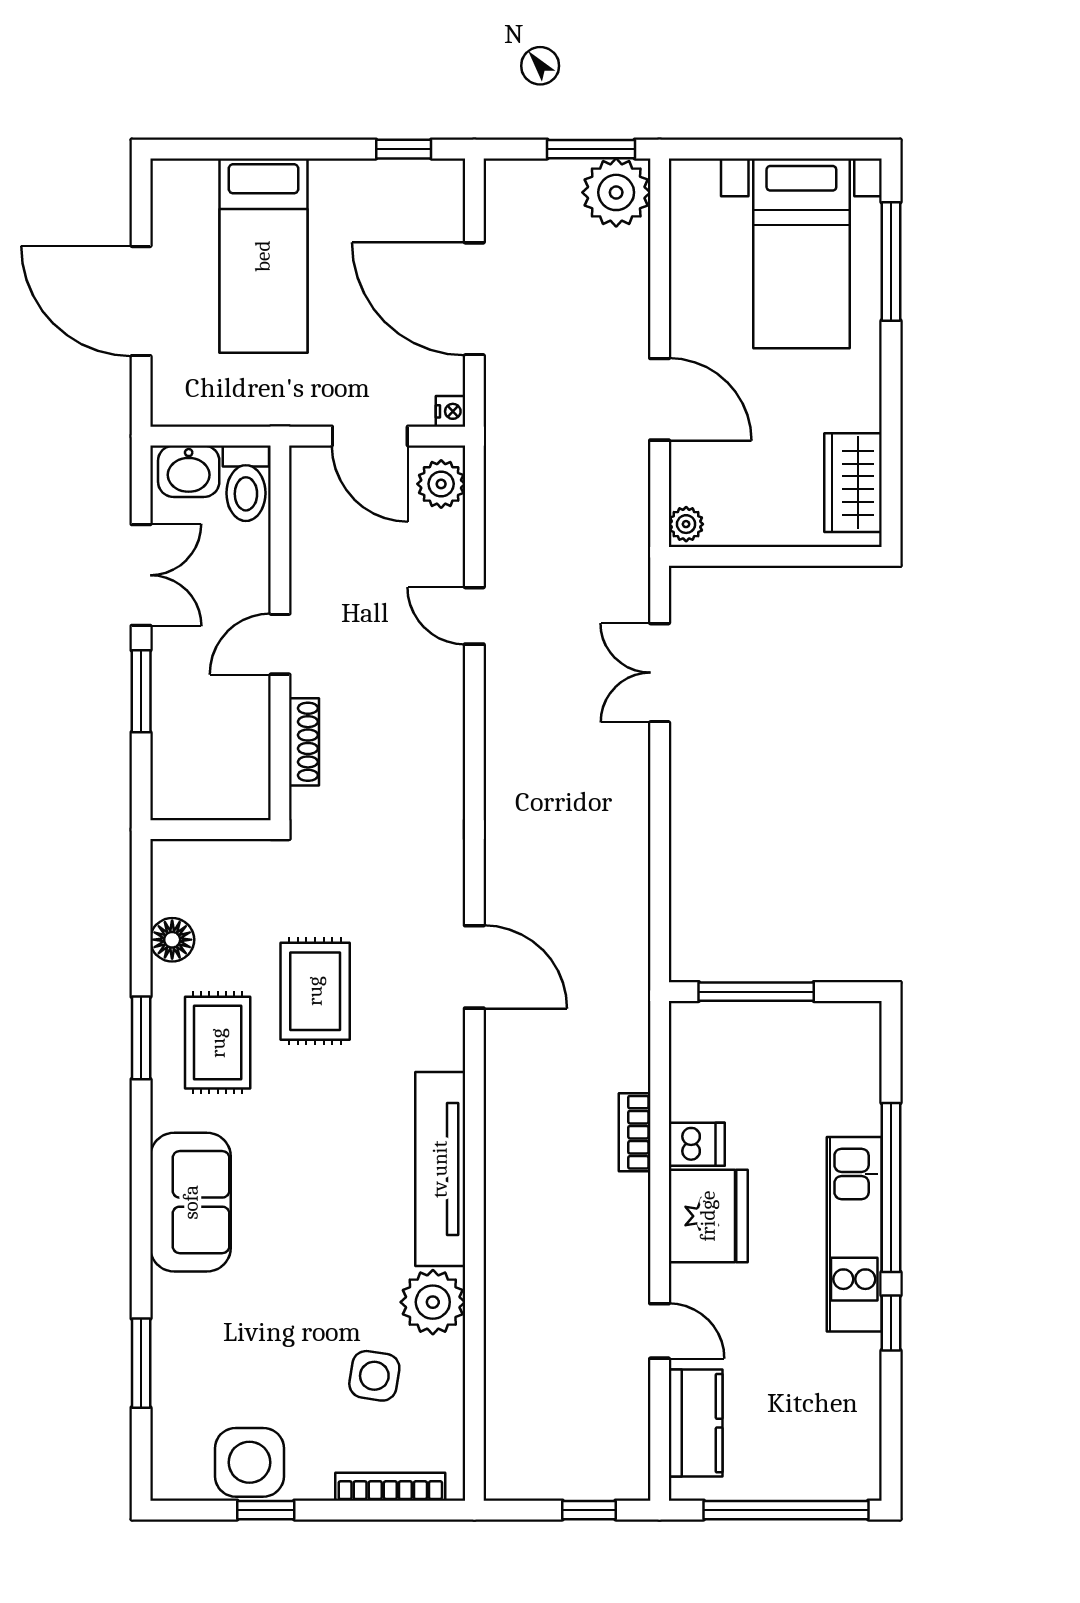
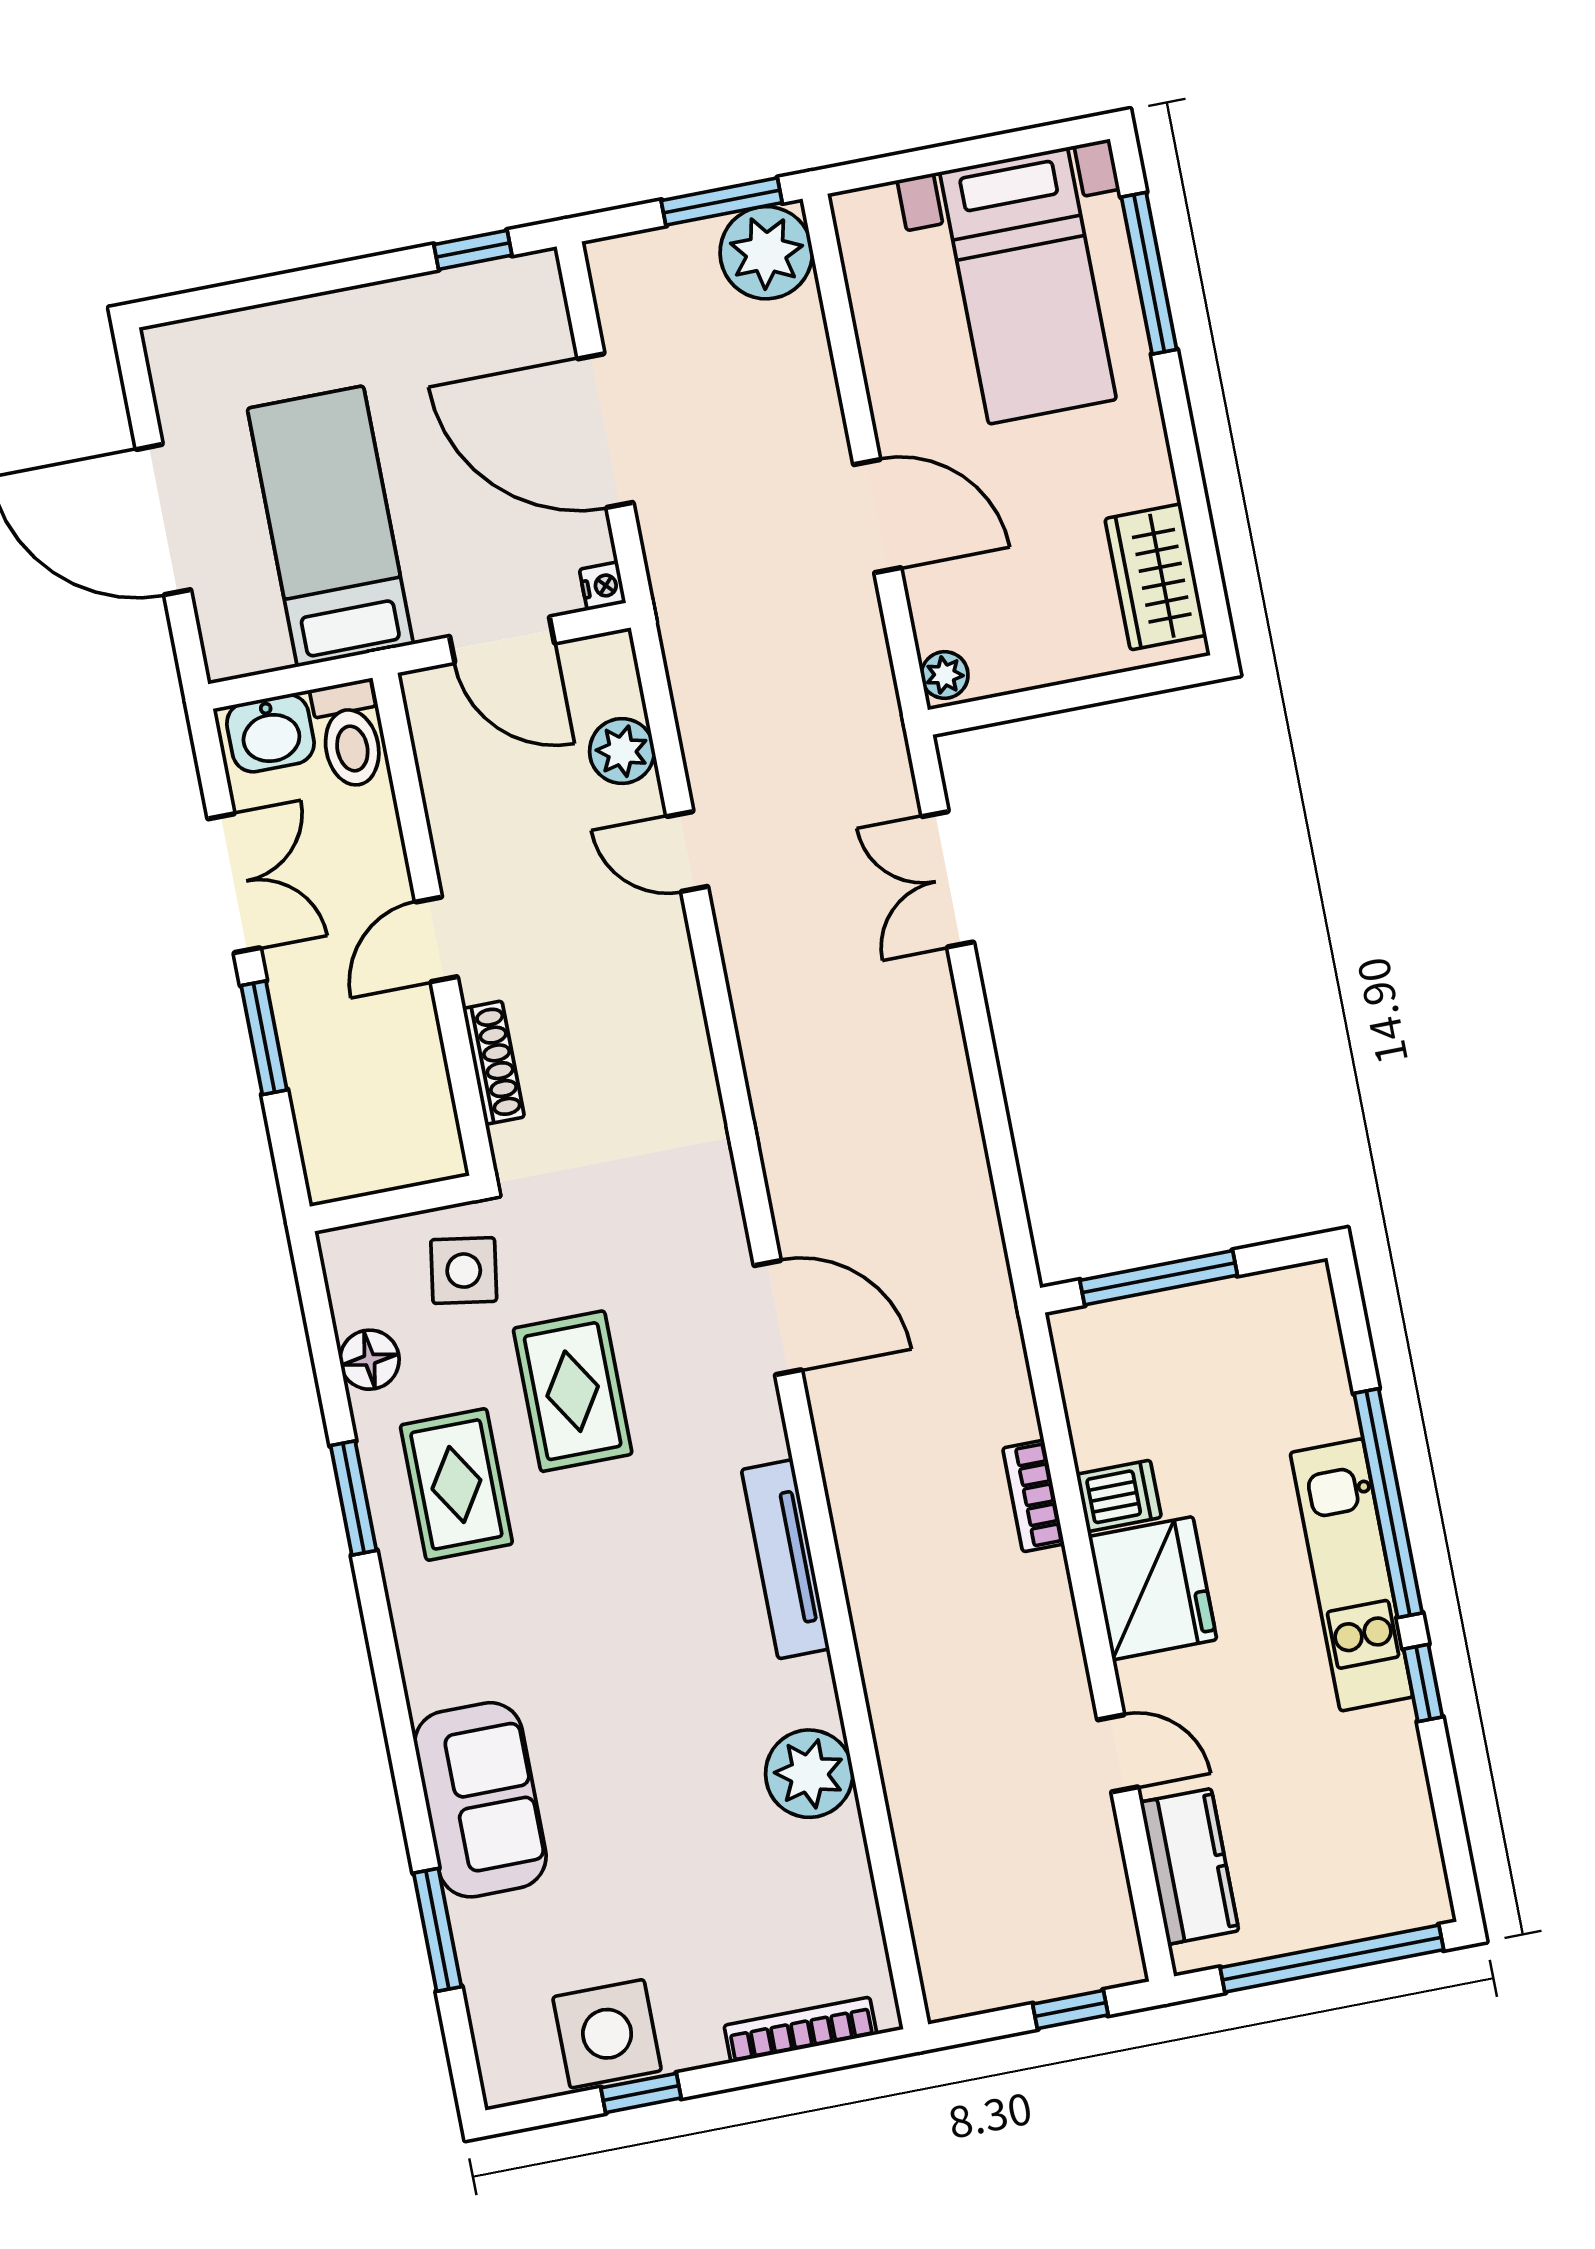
bed: (263, 256) -> (330, 526), moved, turned 180
plant: (441, 484) -> (622, 751), moved
tv unit: (440, 1169) -> (785, 1559), width x0.73, depth x0.78
sofa: (191, 1202) -> (480, 1800), moved
side table: (374, 1376) -> (464, 1271), moved

